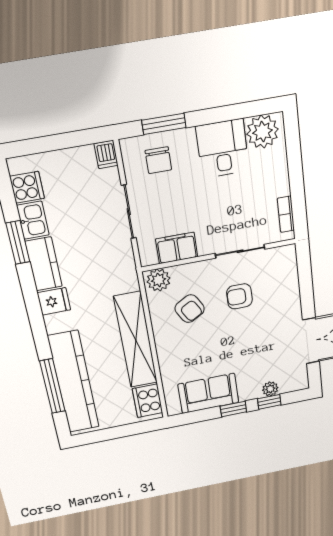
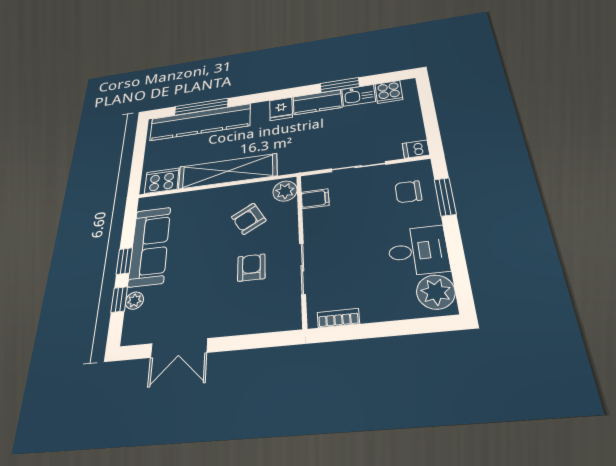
filing cabinet: (177, 248) -> (315, 199), width x0.50
sofa: (208, 393) -> (150, 246), width x1.36

